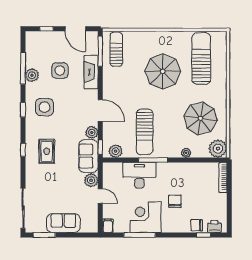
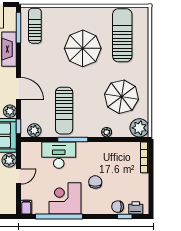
door: (100, 196) -> (19, 176), hinge flipped
window: (140, 235) -> (59, 217), width x1.46

